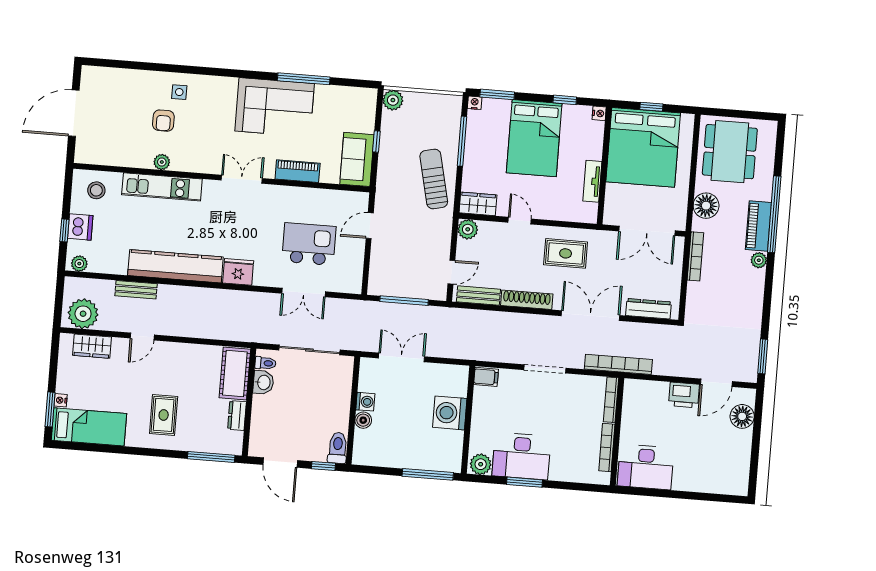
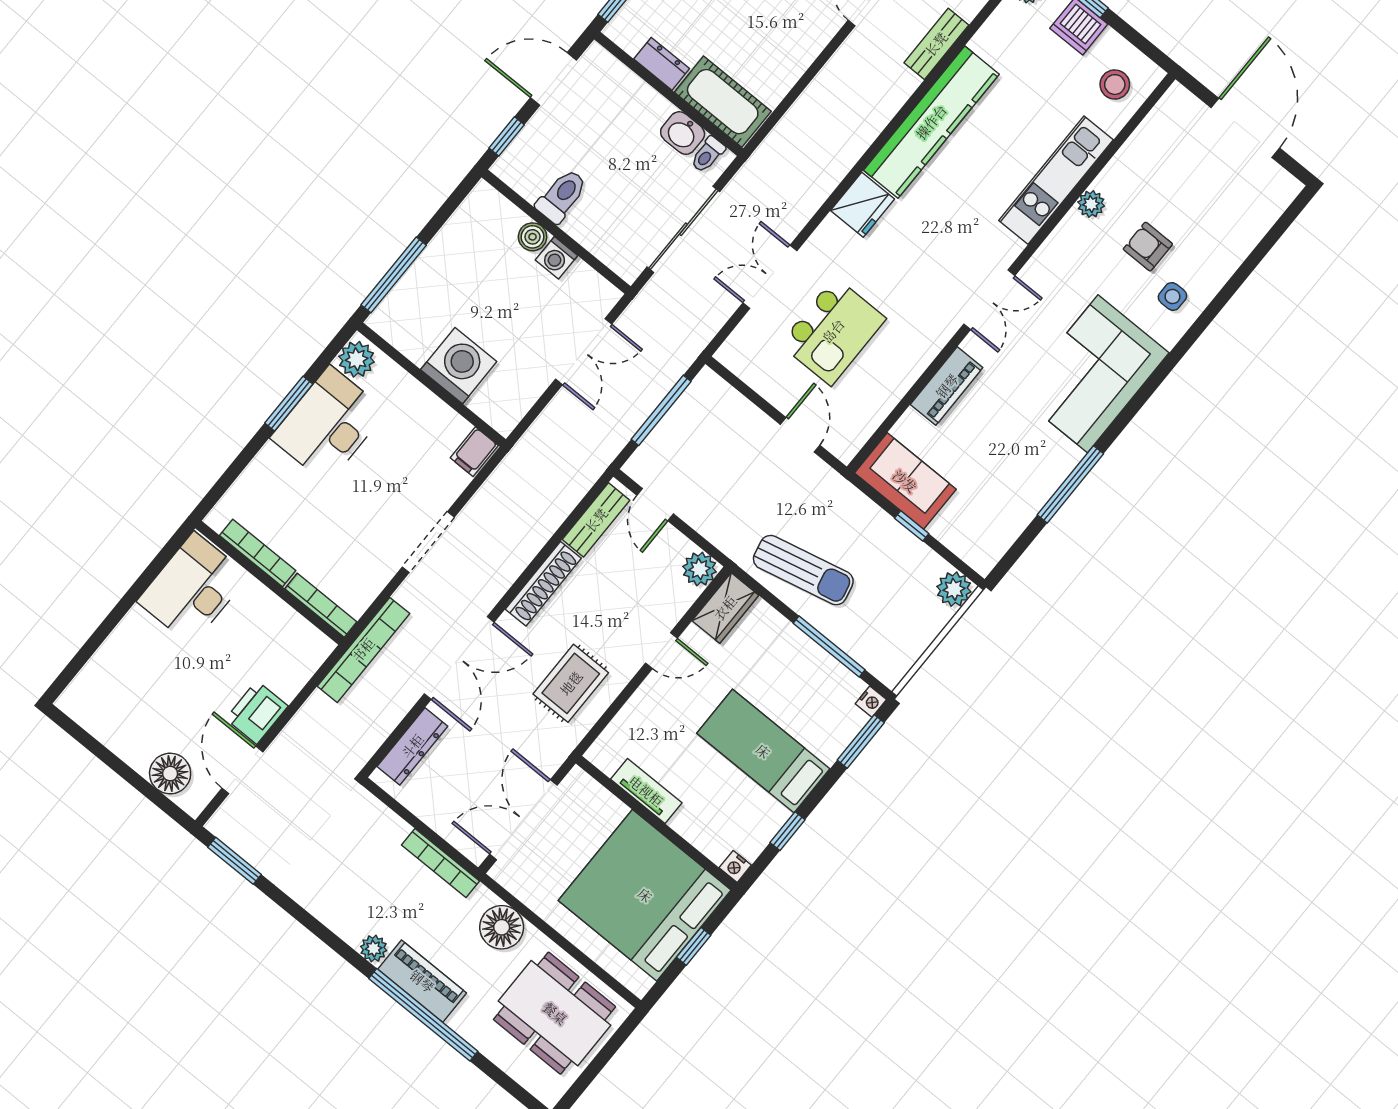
corner sofa: (275, 107) -> (1093, 374), moved
bed: (534, 138) -> (763, 751), width x0.67
toilet: (338, 448) -> (562, 196), moved, turned -90

